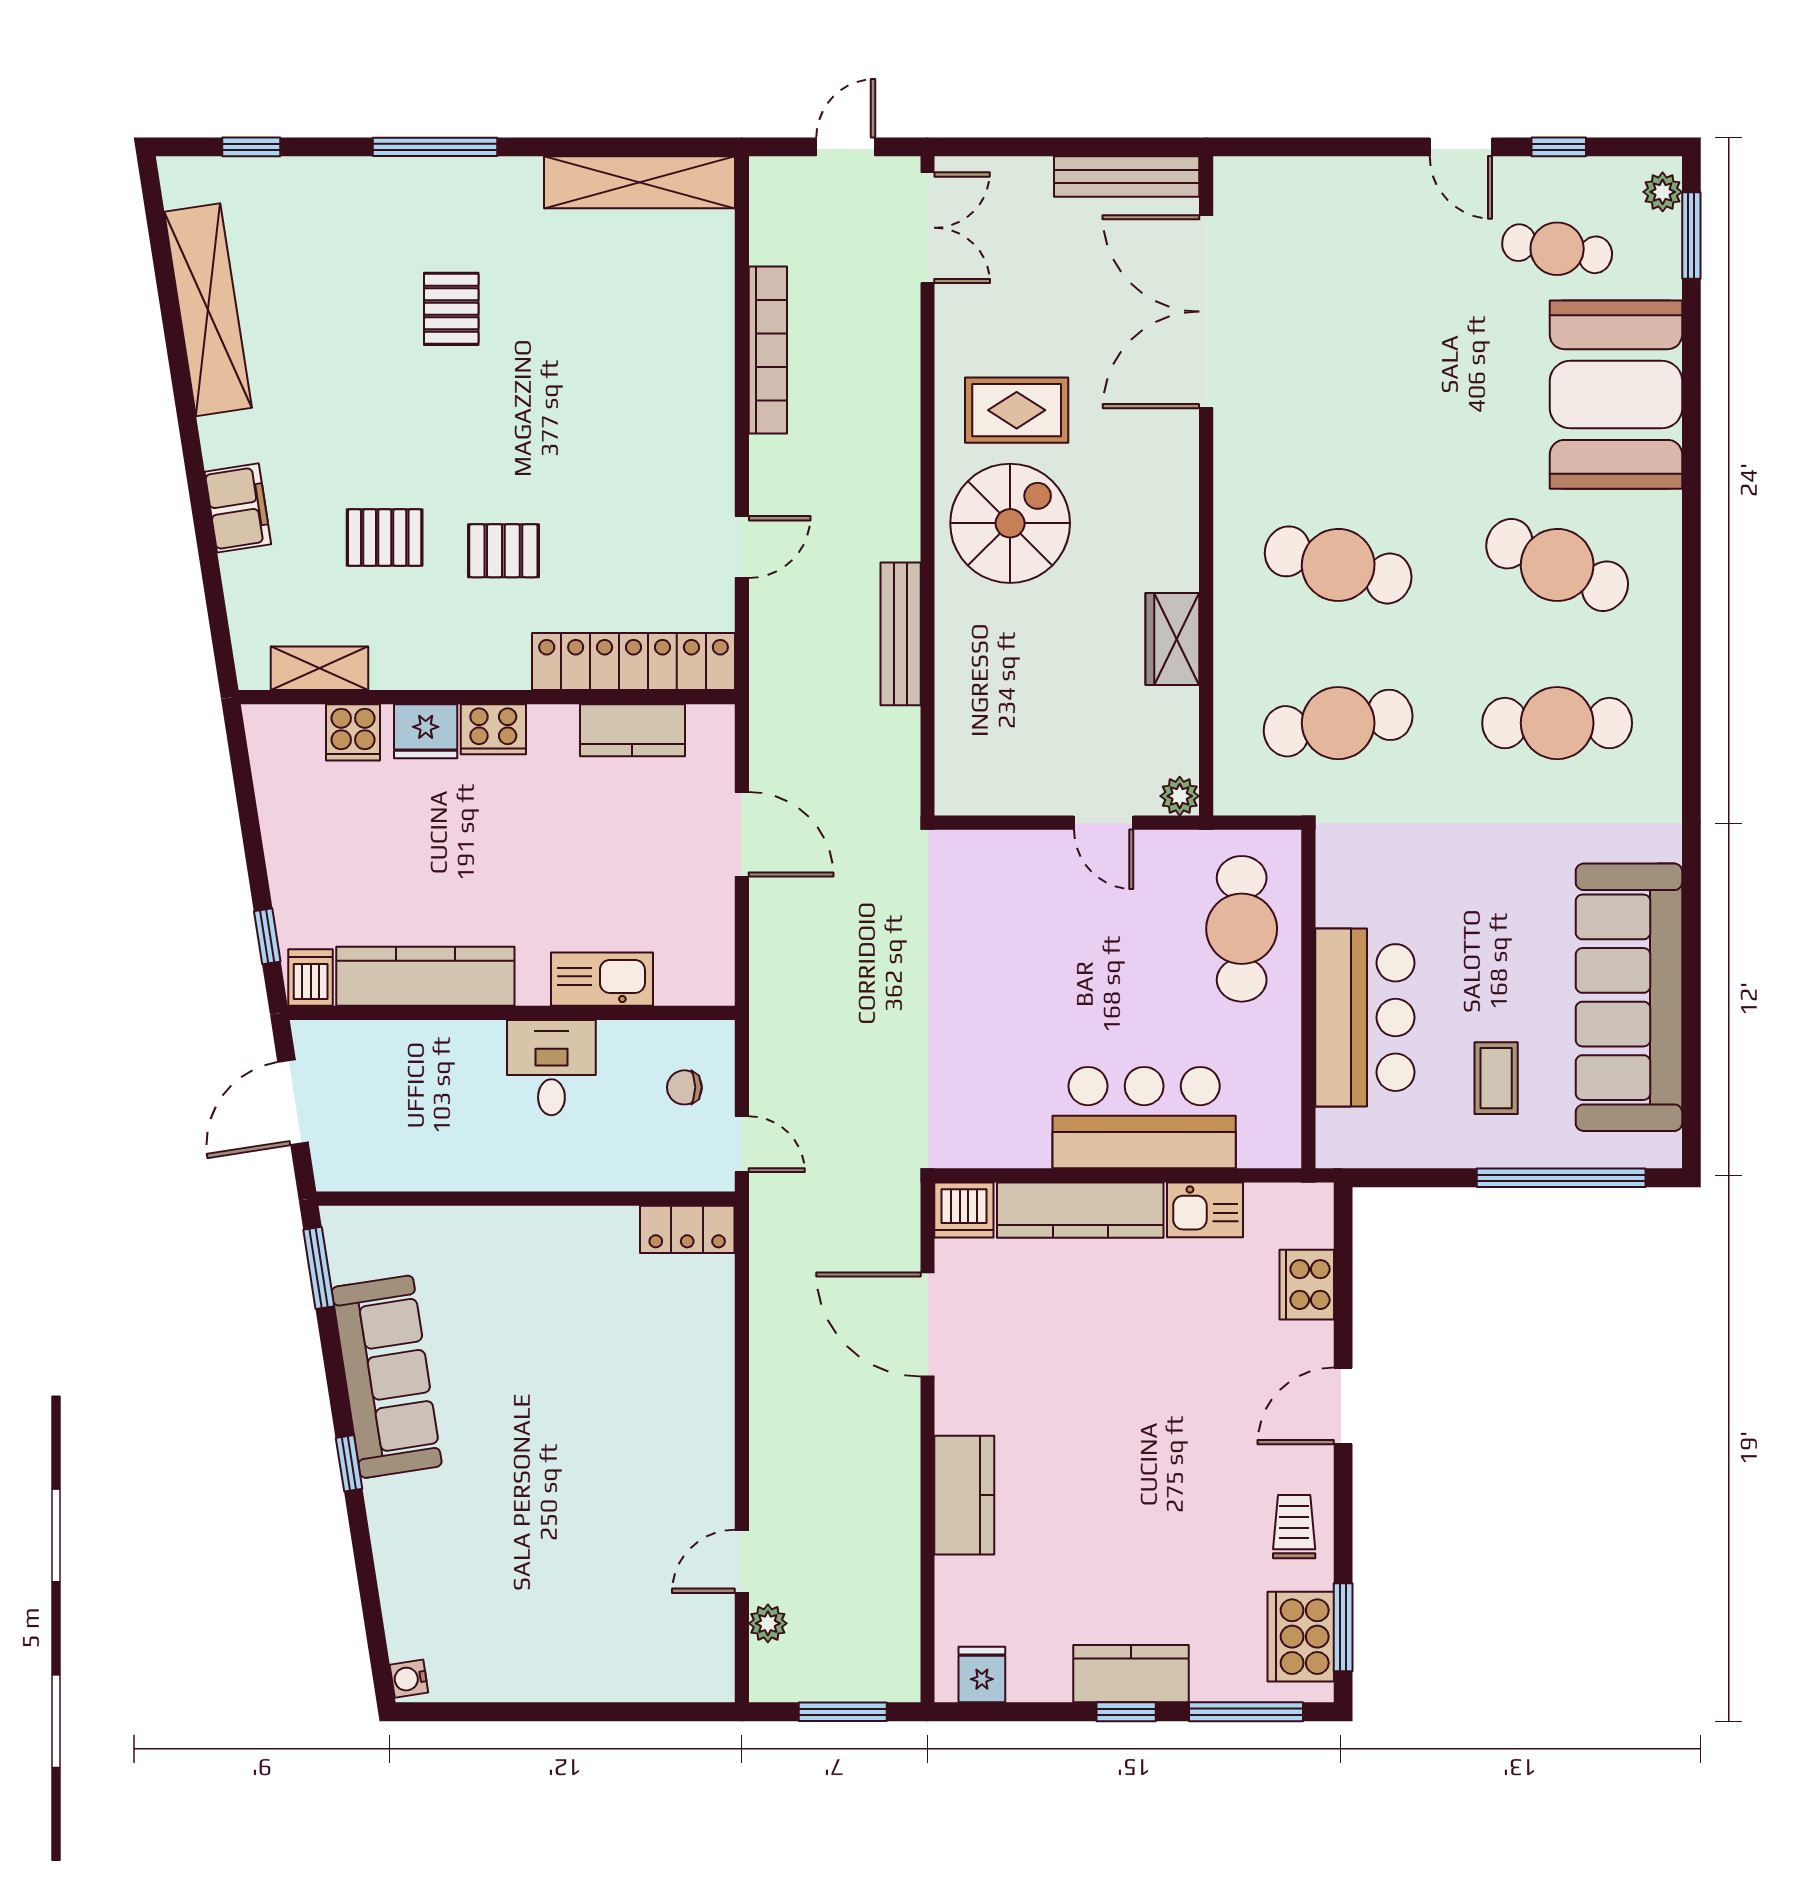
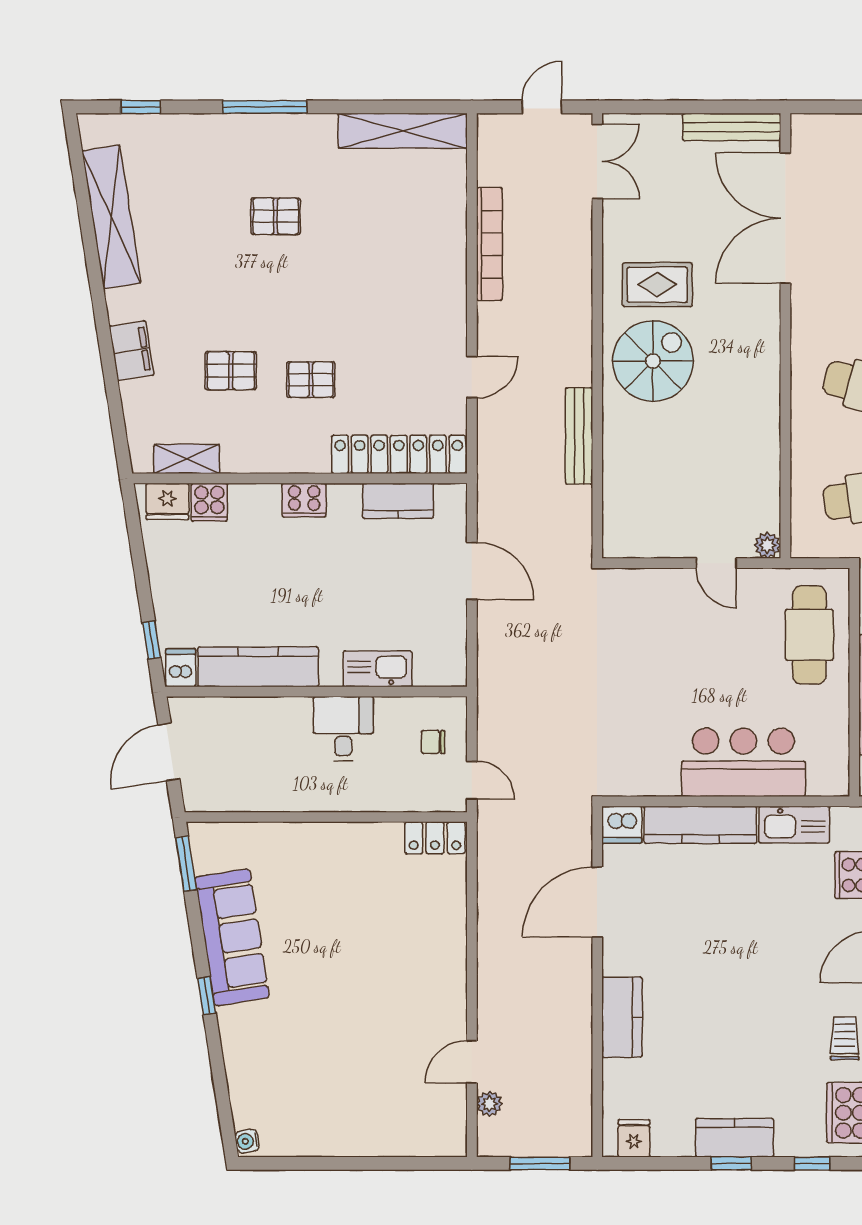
pallet: (451, 309) -> (276, 216), turned 90
wardrobe: (1172, 639) -> (763, 439), removed
fridge: (426, 731) -> (167, 501), moved
kitchen sink: (1205, 1210) -> (794, 825), width x1.38
door: (928, 1325) -> (597, 902), hinge flipped
window: (1246, 1712) -> (812, 1163), width x0.46

